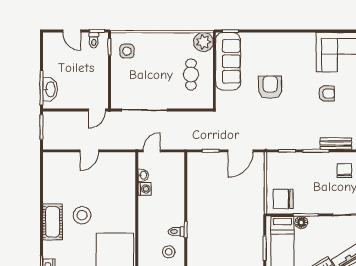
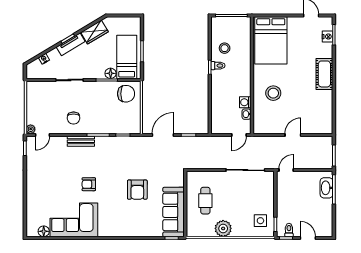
plant: (203, 42) -> (223, 228), moved
stool: (82, 215) -> (273, 93), moved

